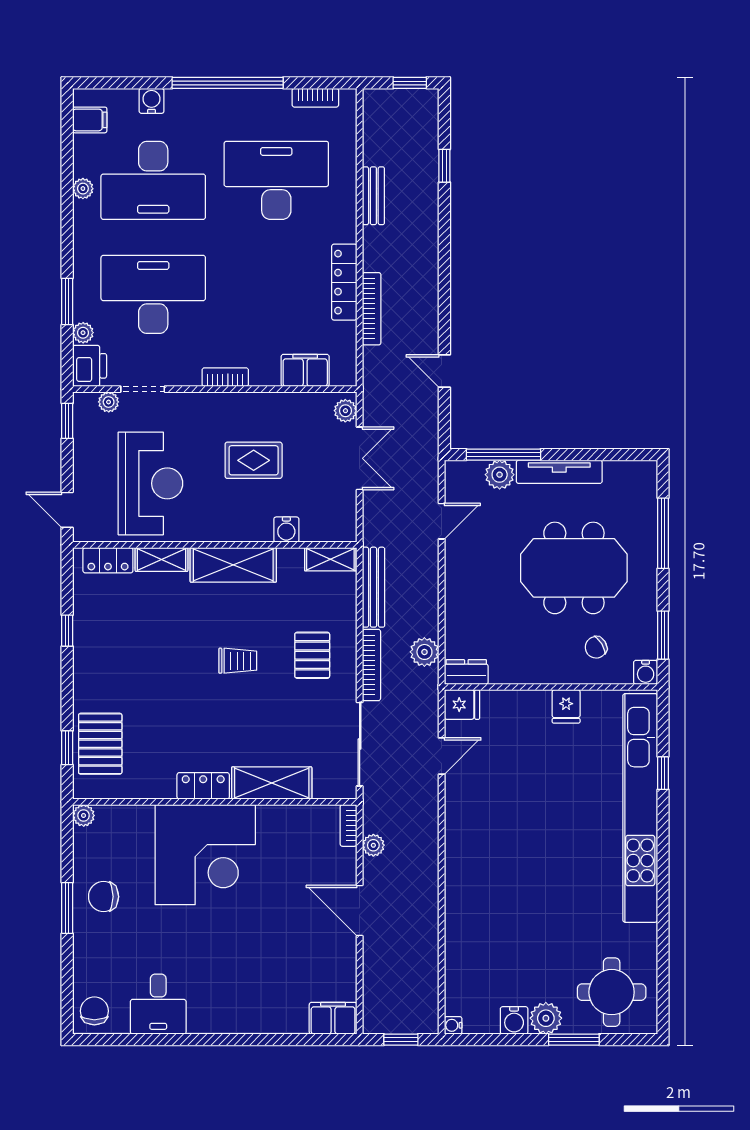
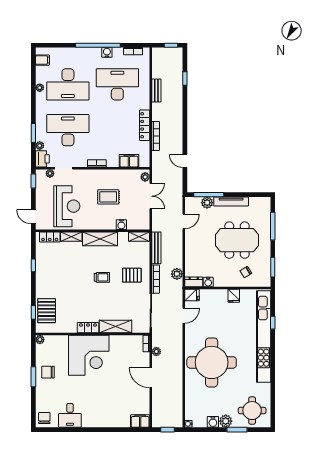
water cooler: (152, 101) -> (107, 52), moved
pallet: (312, 655) -> (132, 275), turned 90
water cooler: (646, 672) -> (208, 282), moved
round table: (511, 872) -> (212, 362), added

